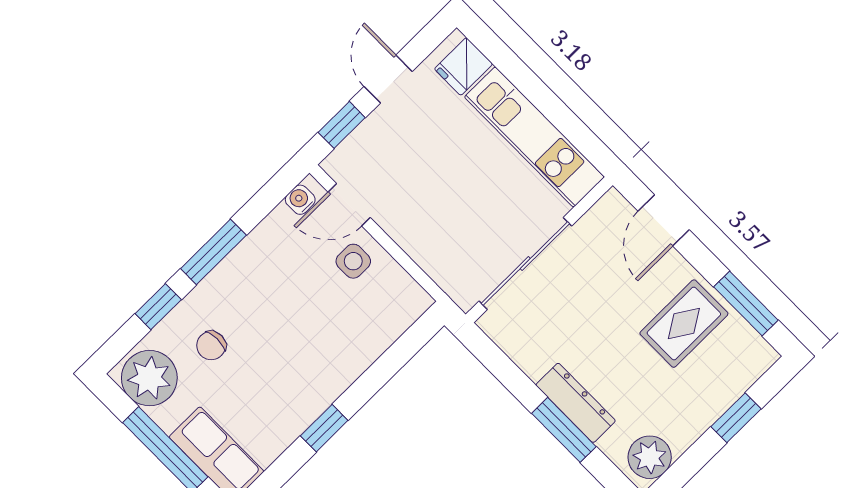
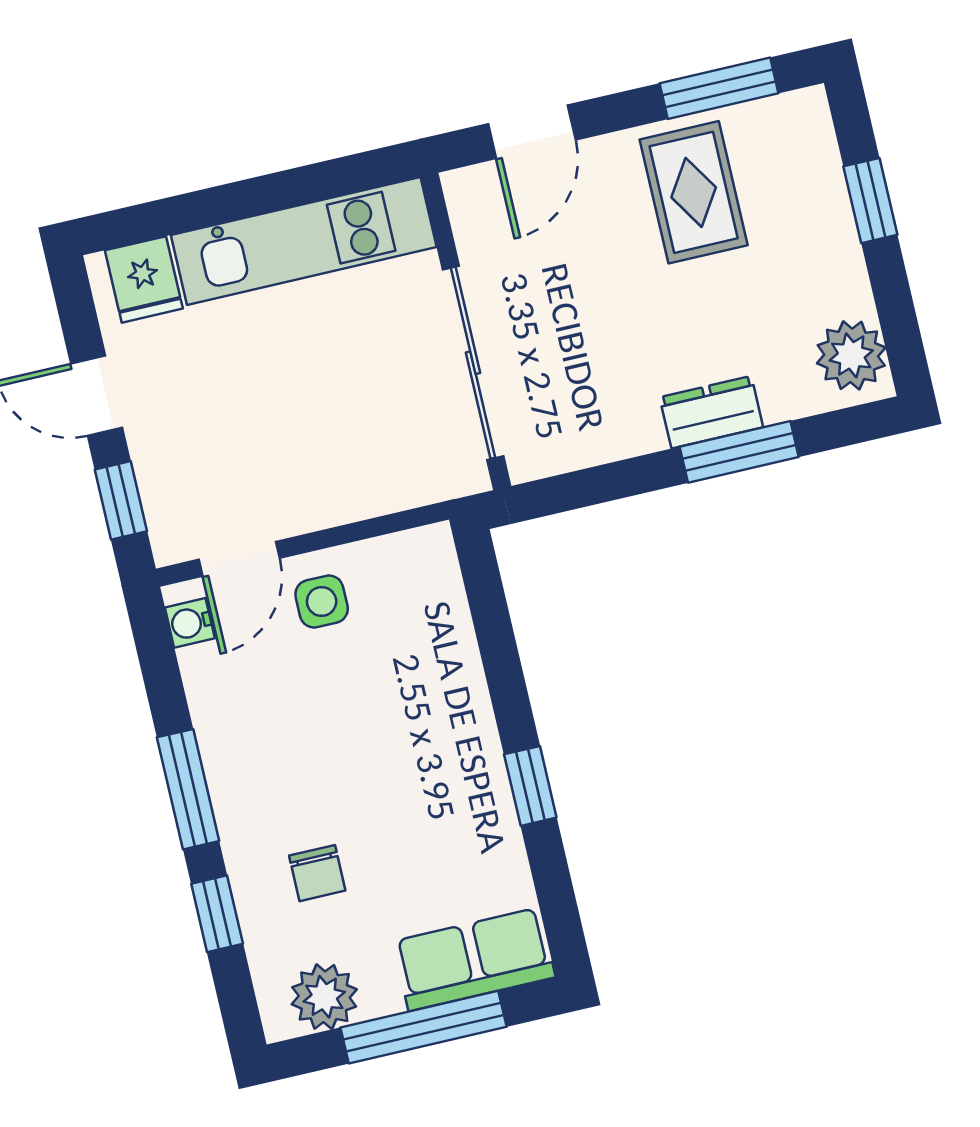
door: (664, 220) -> (532, 132), hinge flipped
plant: (149, 378) -> (324, 997), width x0.73, depth x0.73
dresser: (576, 403) -> (711, 412), width x0.70

